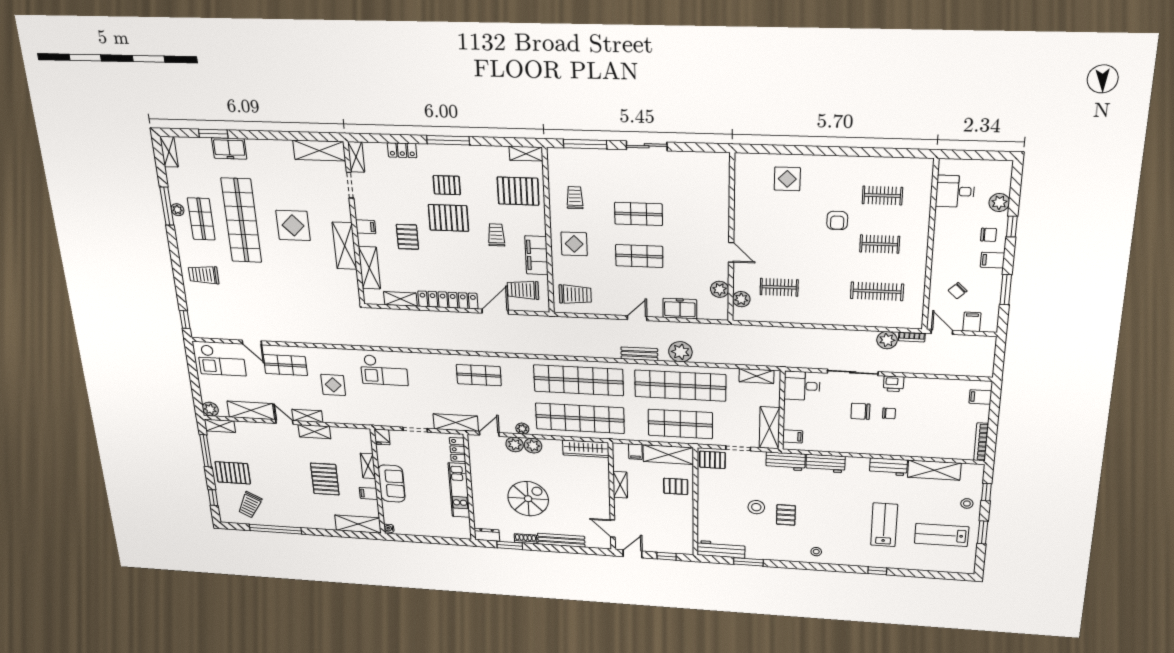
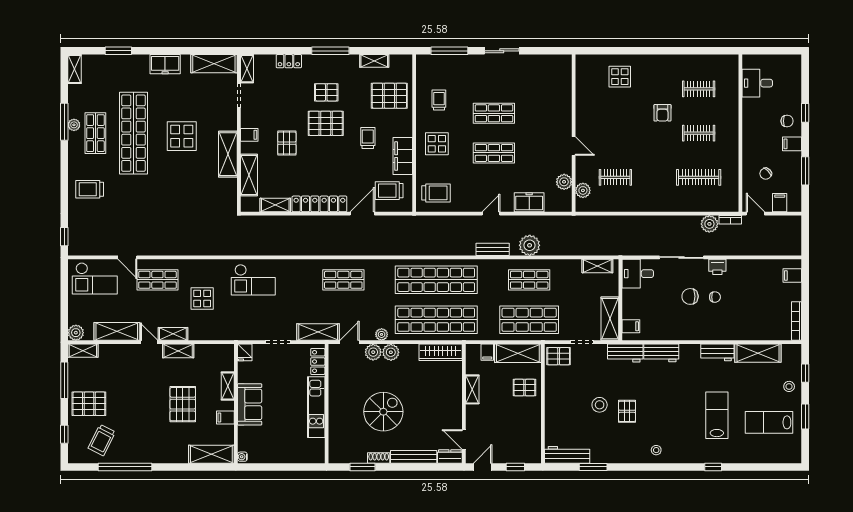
freezer: (229, 148) -> (165, 64), moved
shelving: (526, 154) -> (374, 61), moved
plant: (999, 202) -> (793, 92), removed
shop shelf: (680, 386) -> (529, 280), width x0.50, depth x0.74
dresser: (487, 535) -> (450, 456), moved

